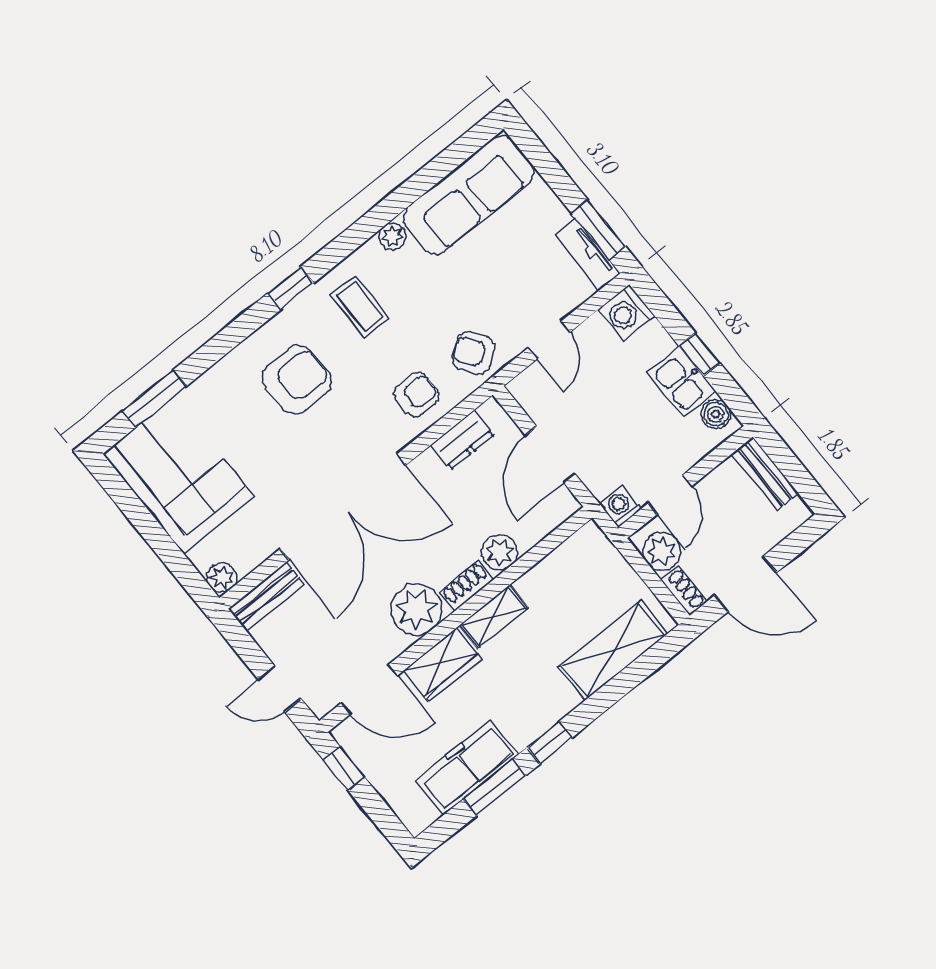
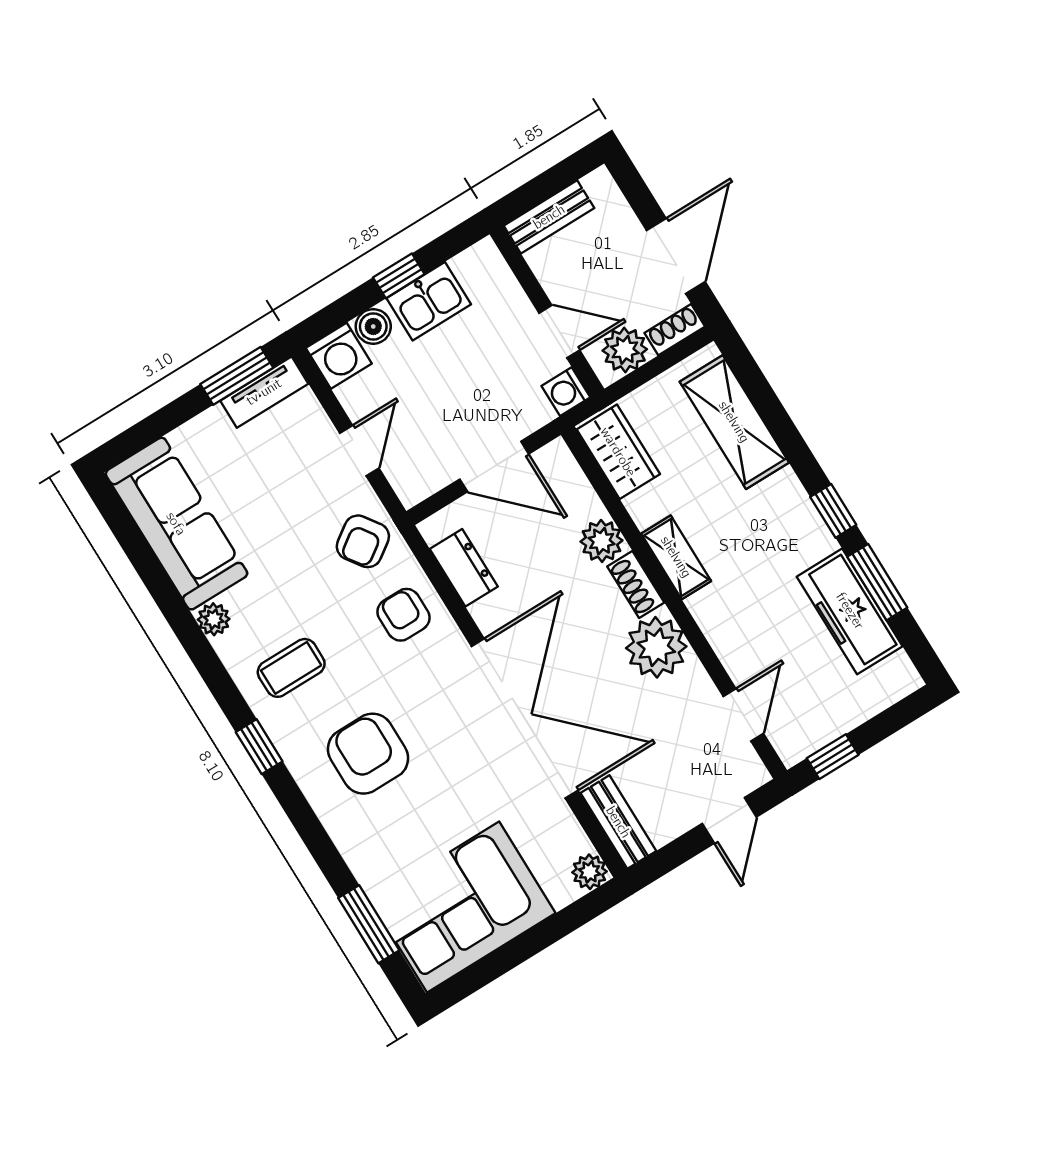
door: (549, 340) -> (359, 451), hinge flipped
boiler: (716, 414) -> (373, 326), moved
wardrobe: (443, 665) -> (618, 452), moved
door: (369, 689) -> (743, 715), width x0.73

